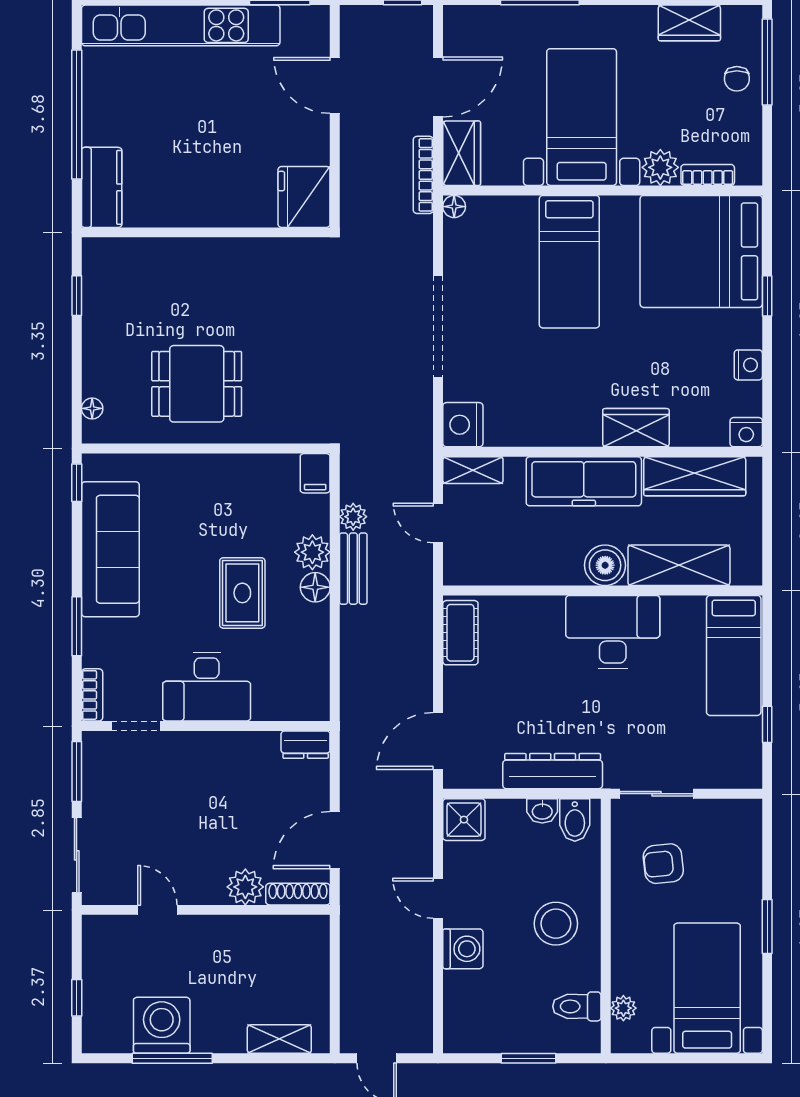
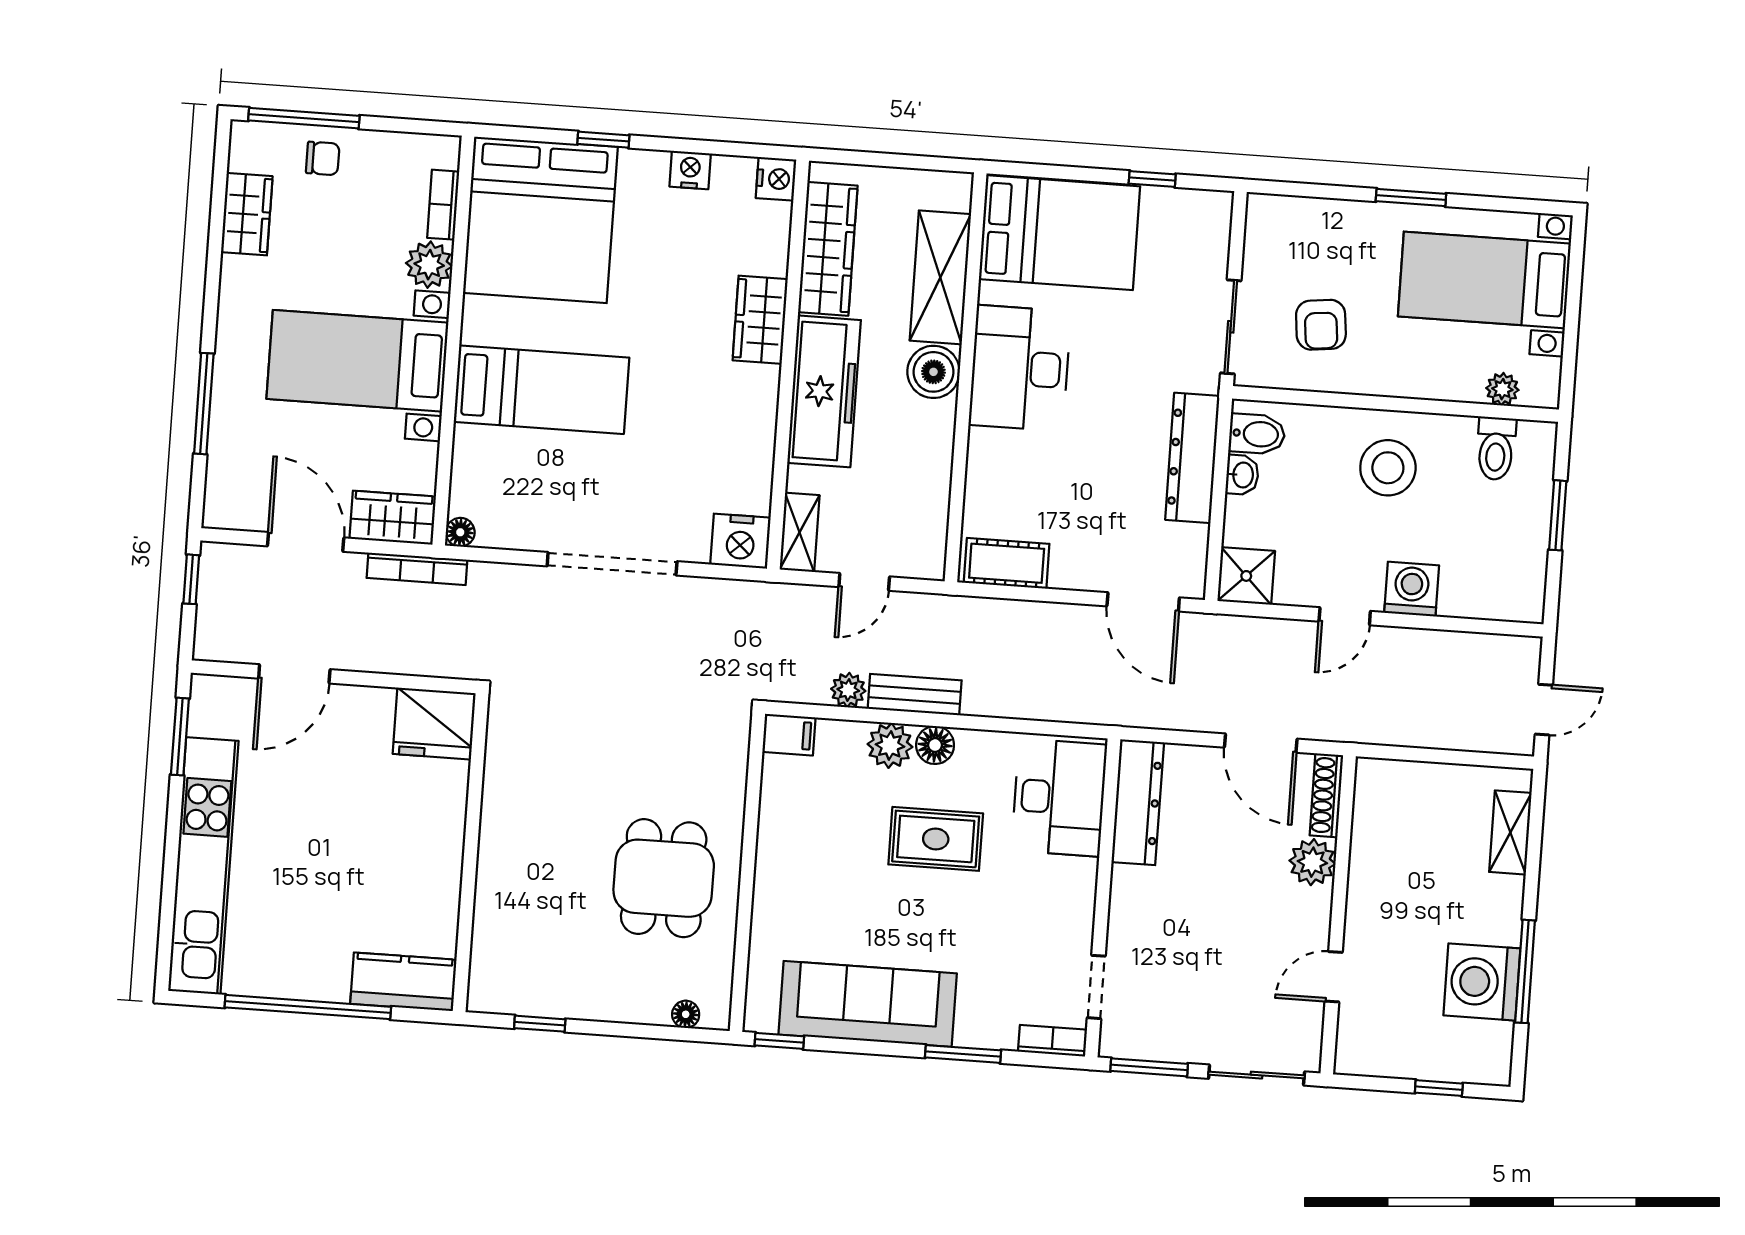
bed: (734, 655) -> (1060, 233), width x1.50
desk: (207, 687) -> (1059, 798), moved
dresser: (306, 745) -> (1138, 802), width x1.96, depth x1.24

